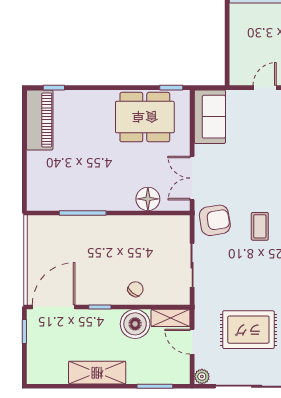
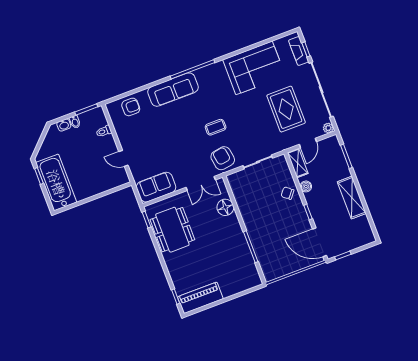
boiler: (135, 324) -> (306, 186), width x0.54, depth x0.54

